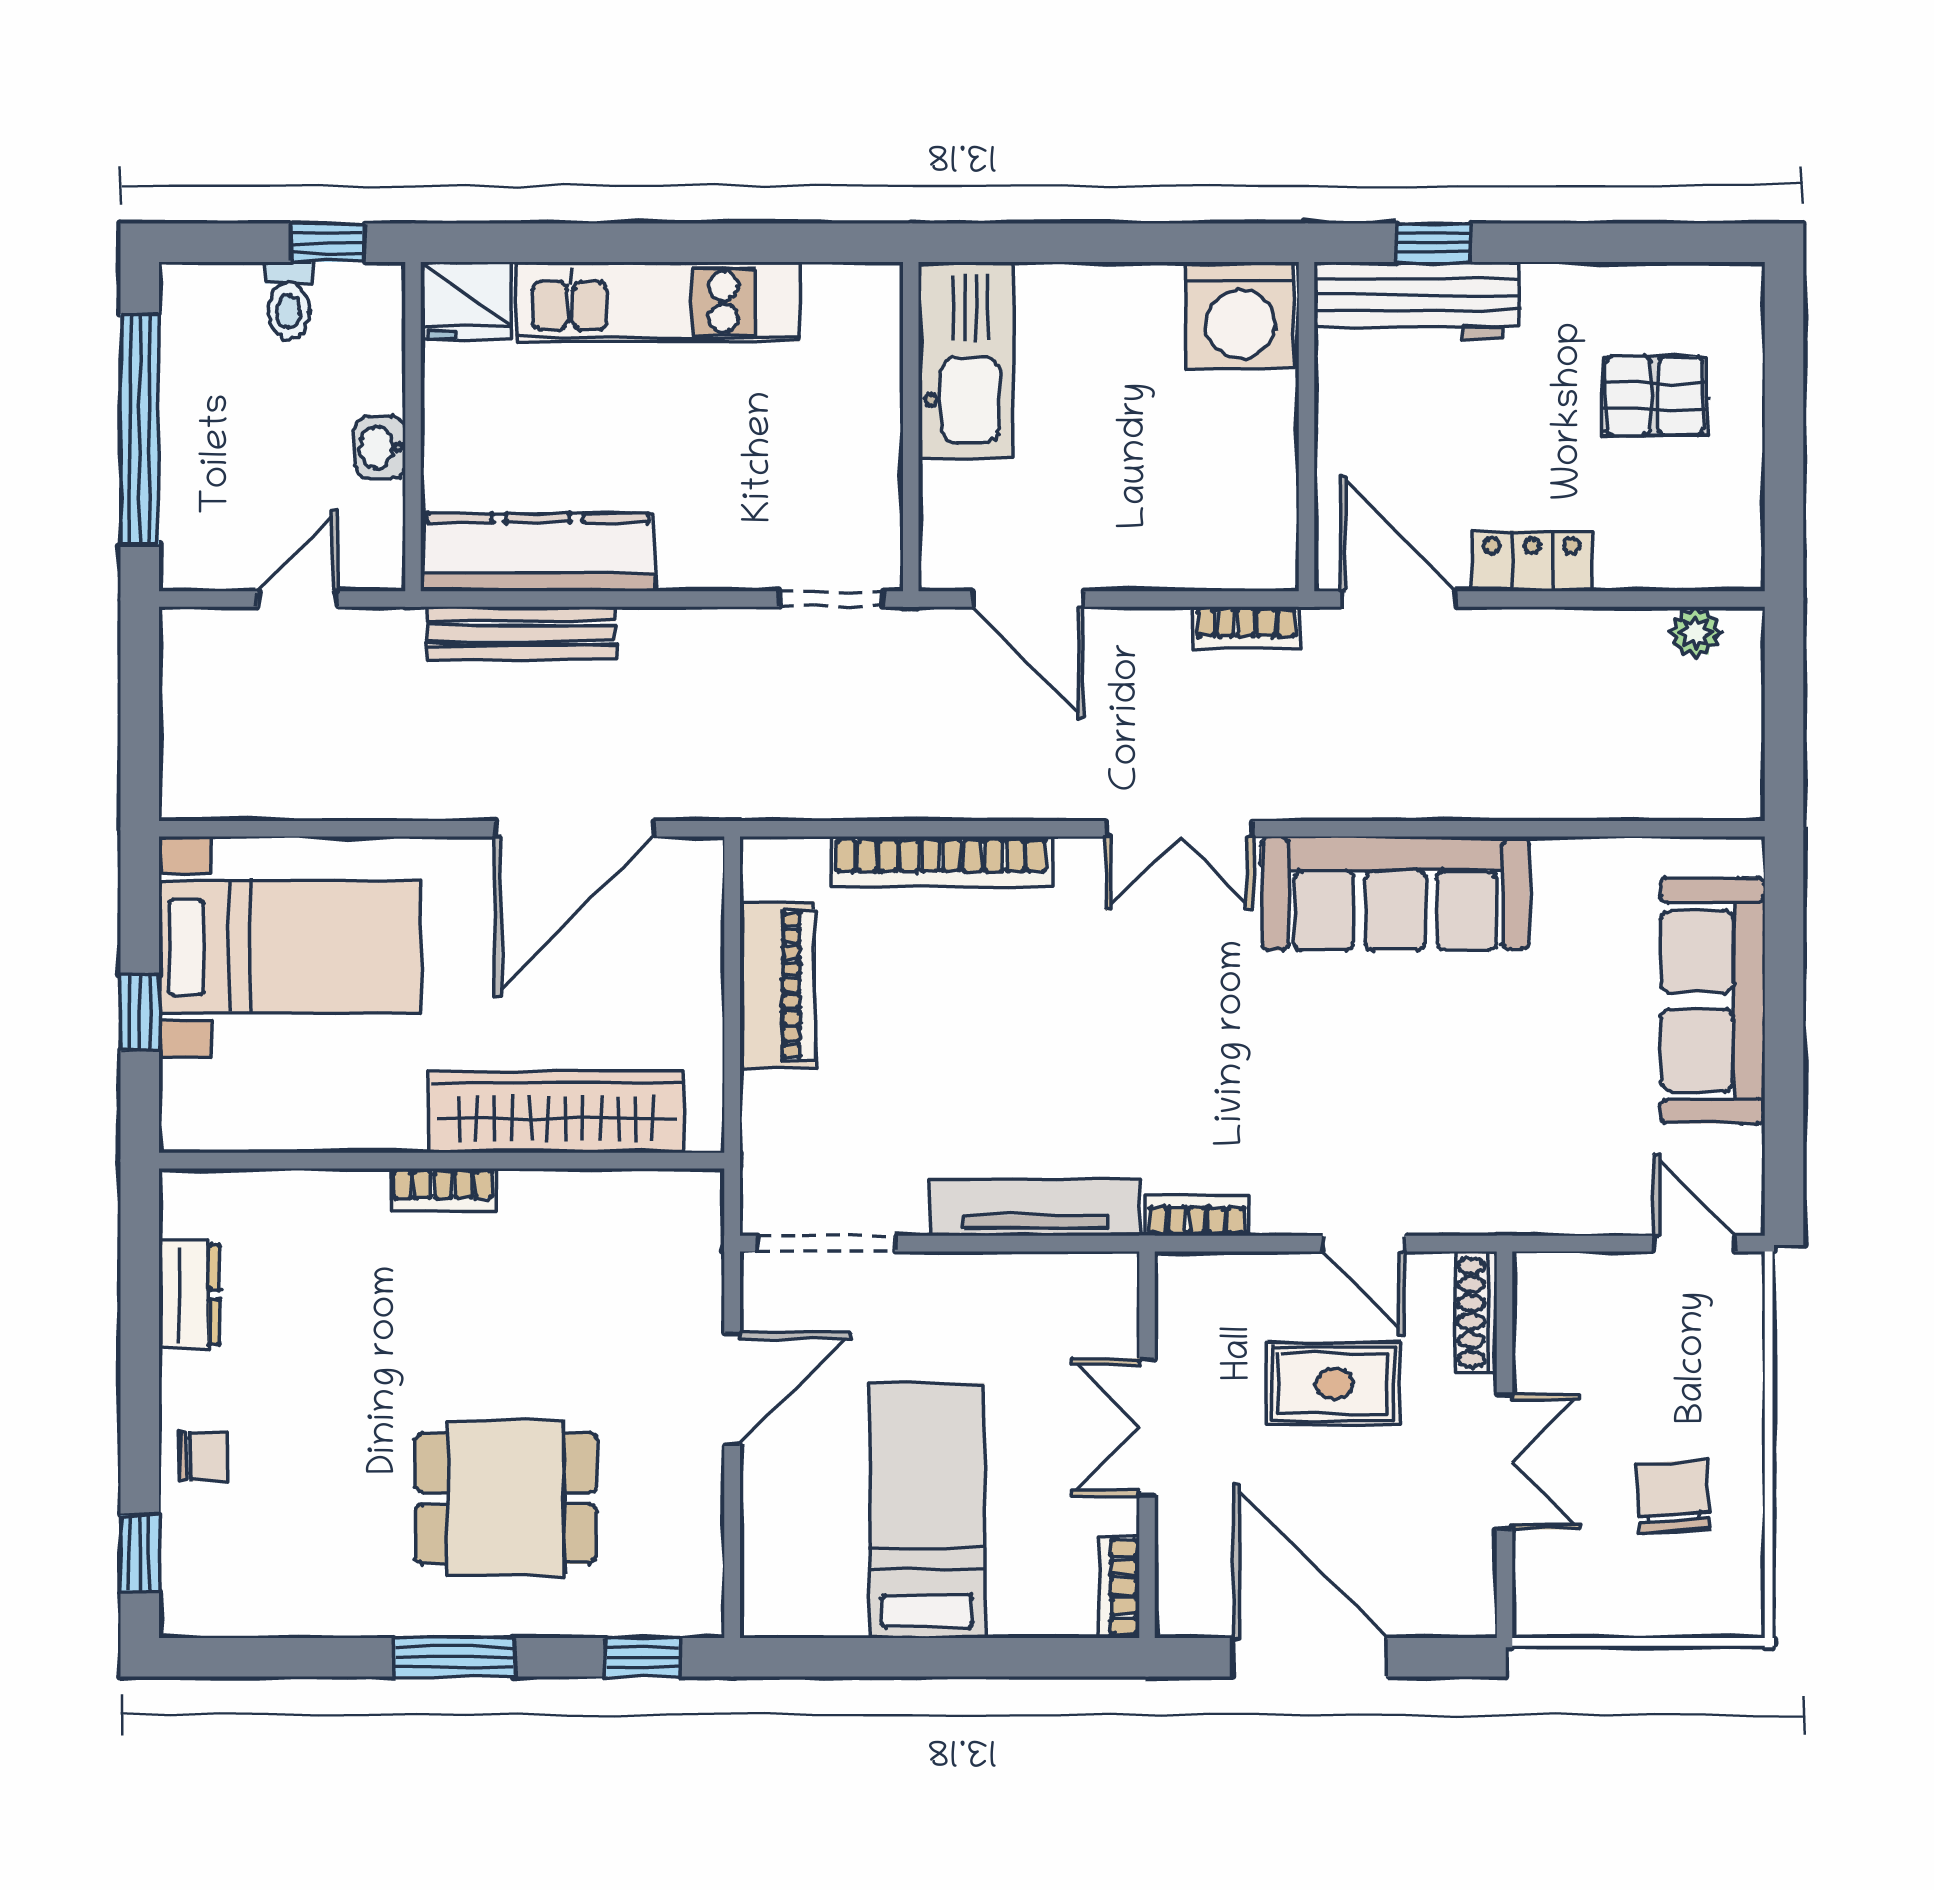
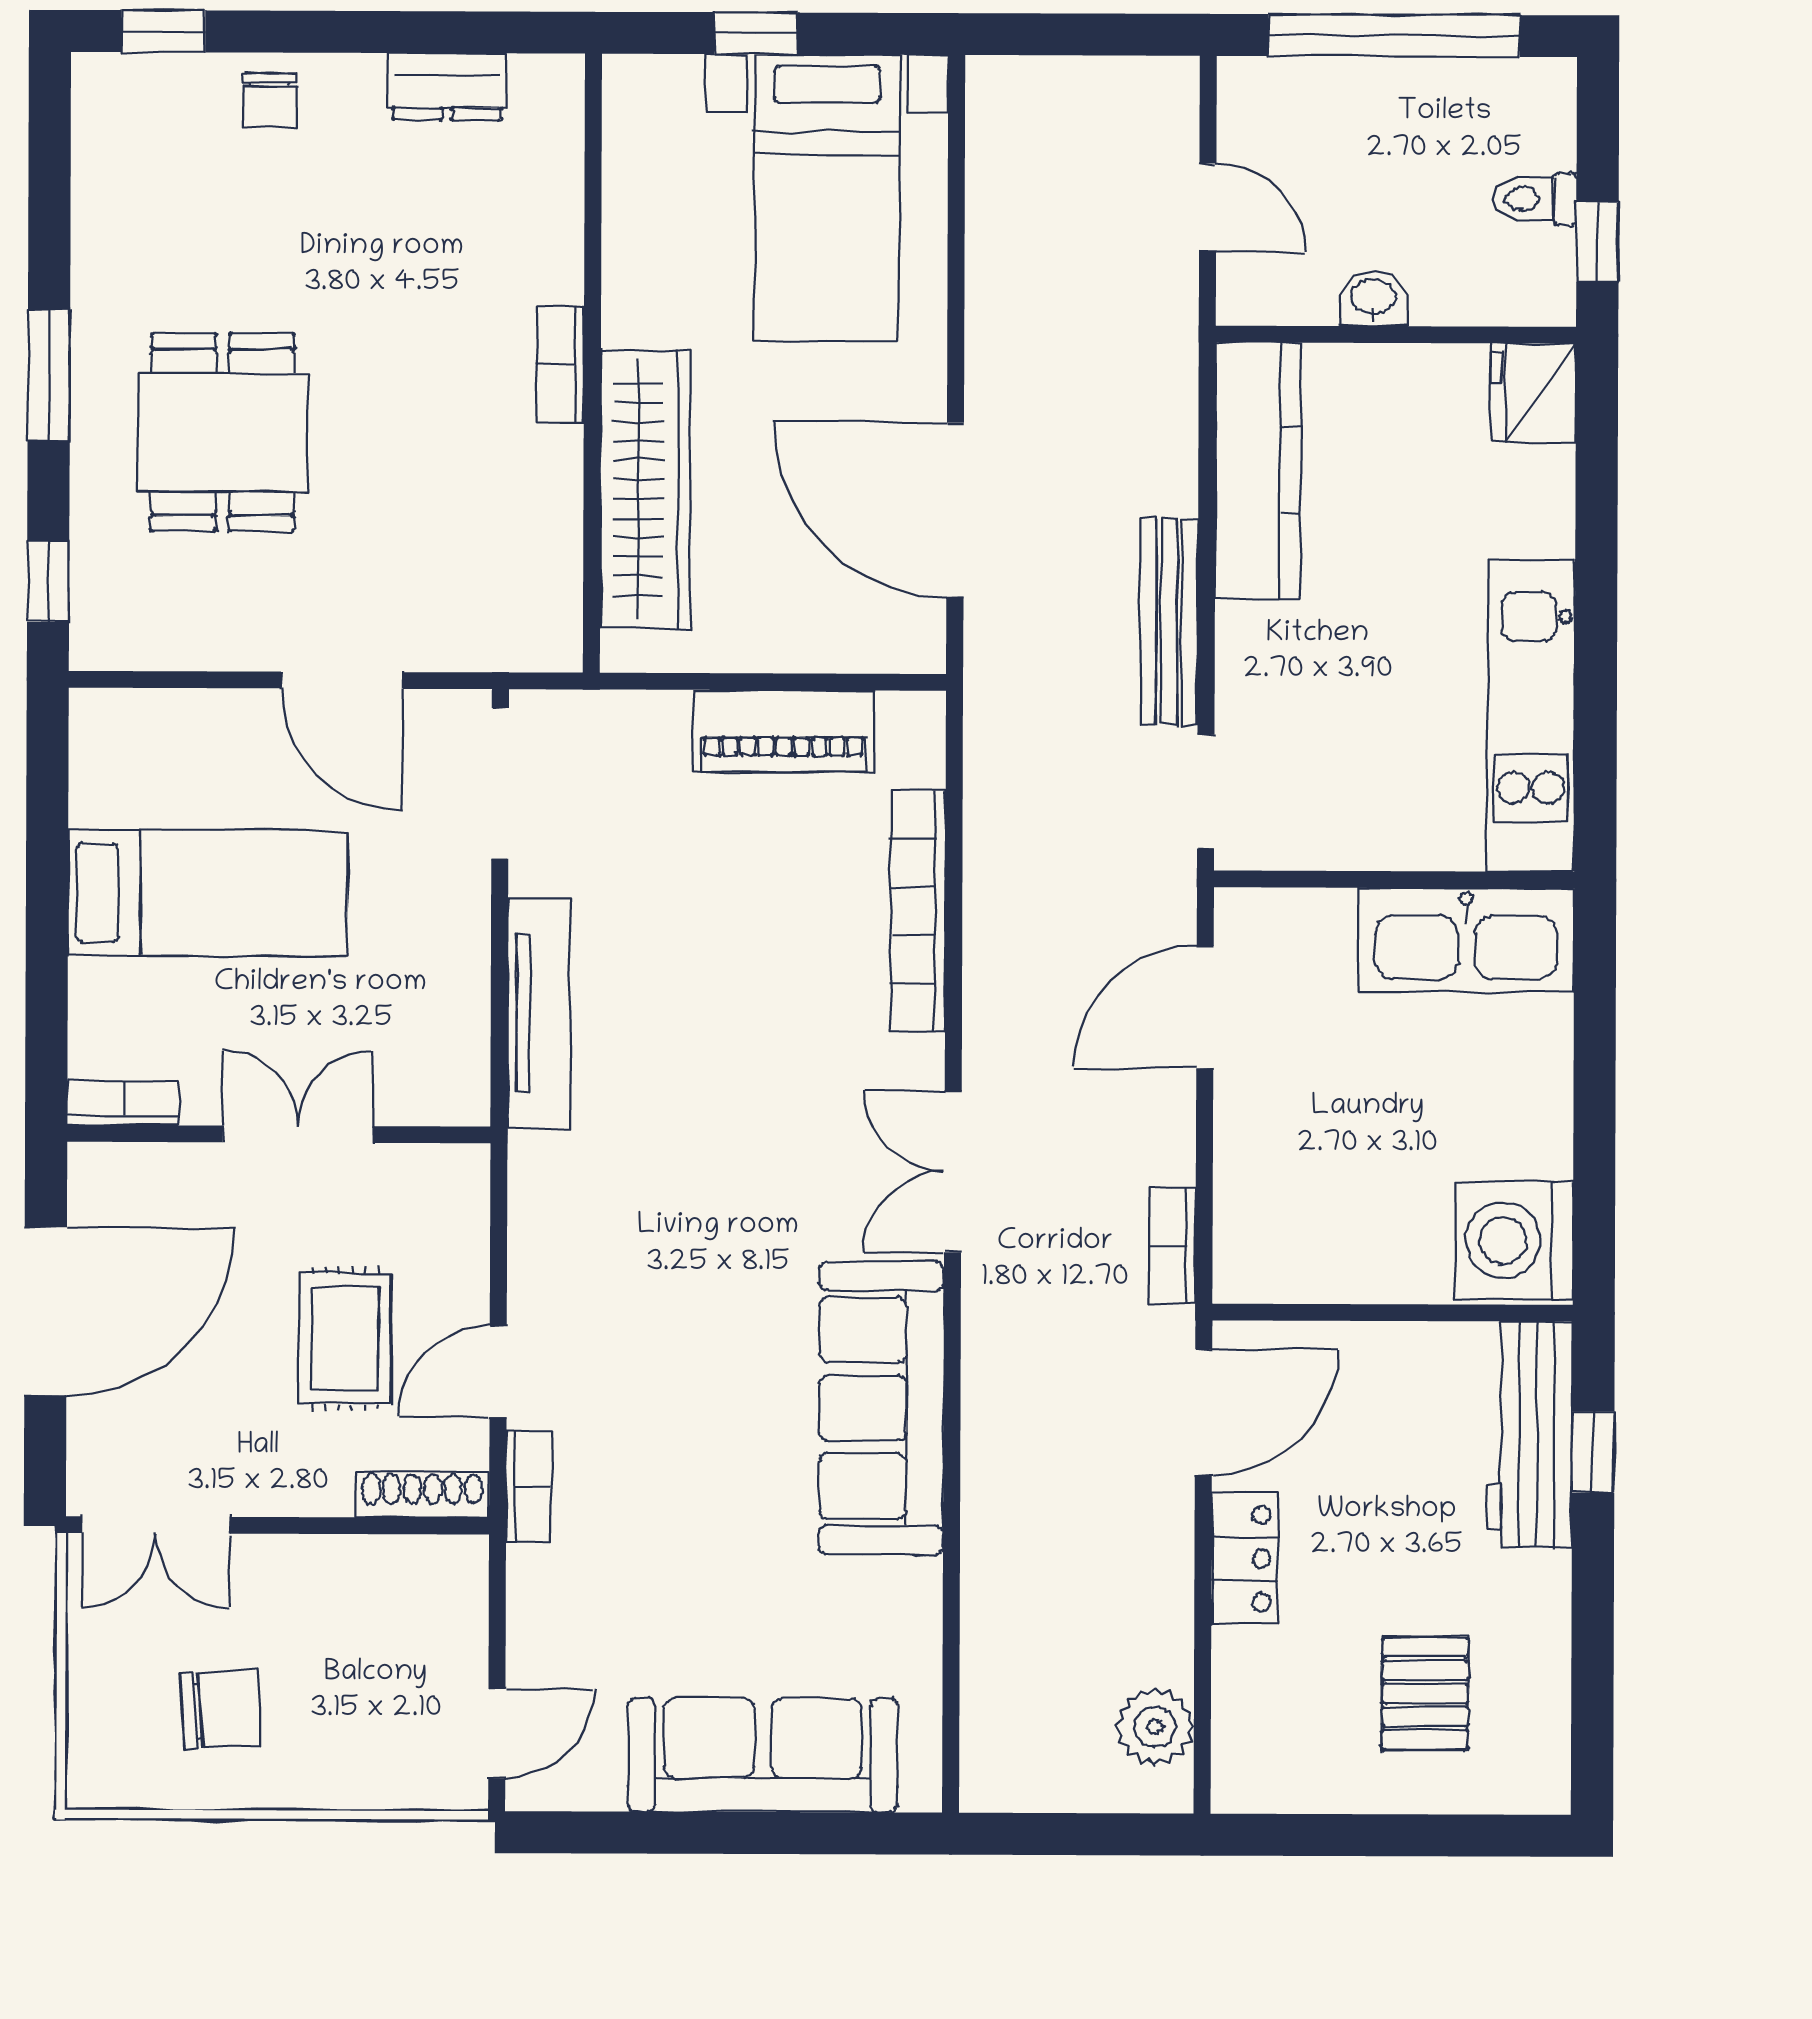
kitchen unit: (658, 302) -> (1531, 716), moved
bench: (521, 633) -> (1169, 622), moved
plant: (1695, 633) -> (1155, 1727), width x1.38, depth x1.38
bookcase: (1197, 1215) -> (528, 1486), moved
double door: (1504, 1462) -> (156, 1525), moved

